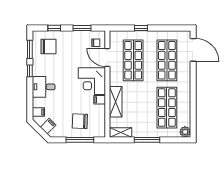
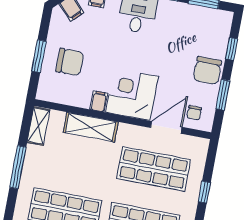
chair: (48, 46) -> (207, 71), moved
chair: (80, 121) -> (70, 62), turned 88
window: (80, 140) -> (39, 56), width x0.69

